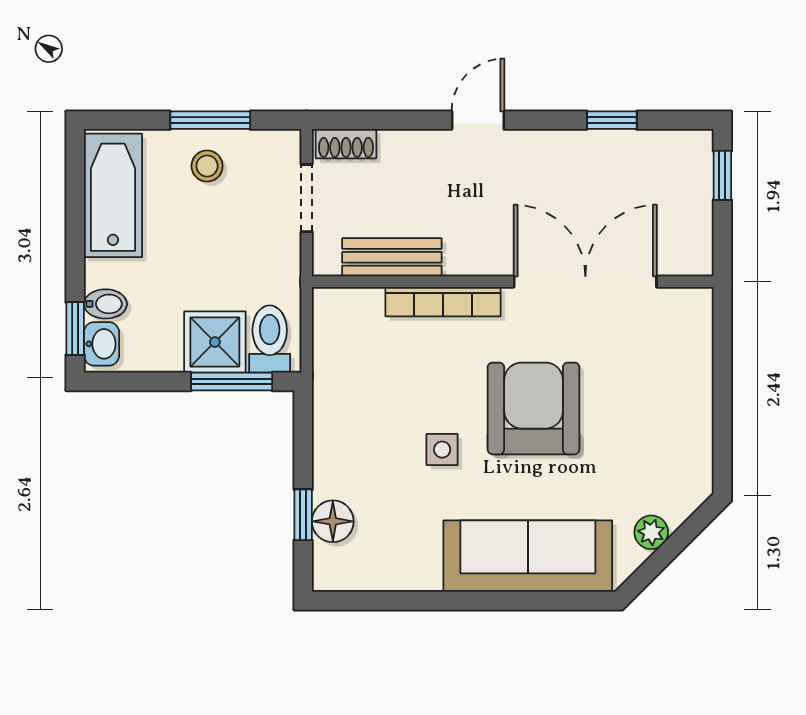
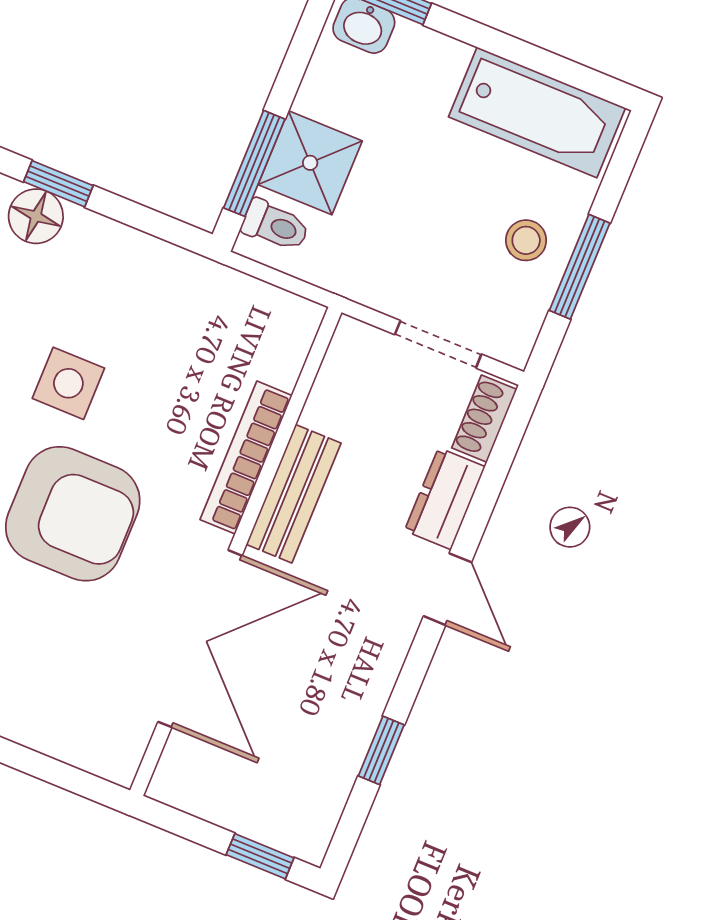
dresser: (414, 148) -> (445, 499), added
bench: (392, 257) -> (294, 494), moved
bidet: (105, 304) -> (410, 50), removed
toilet: (270, 339) -> (275, 226), width x0.73, depth x0.72
side table: (442, 450) -> (68, 383), width x1.37, depth x1.37

